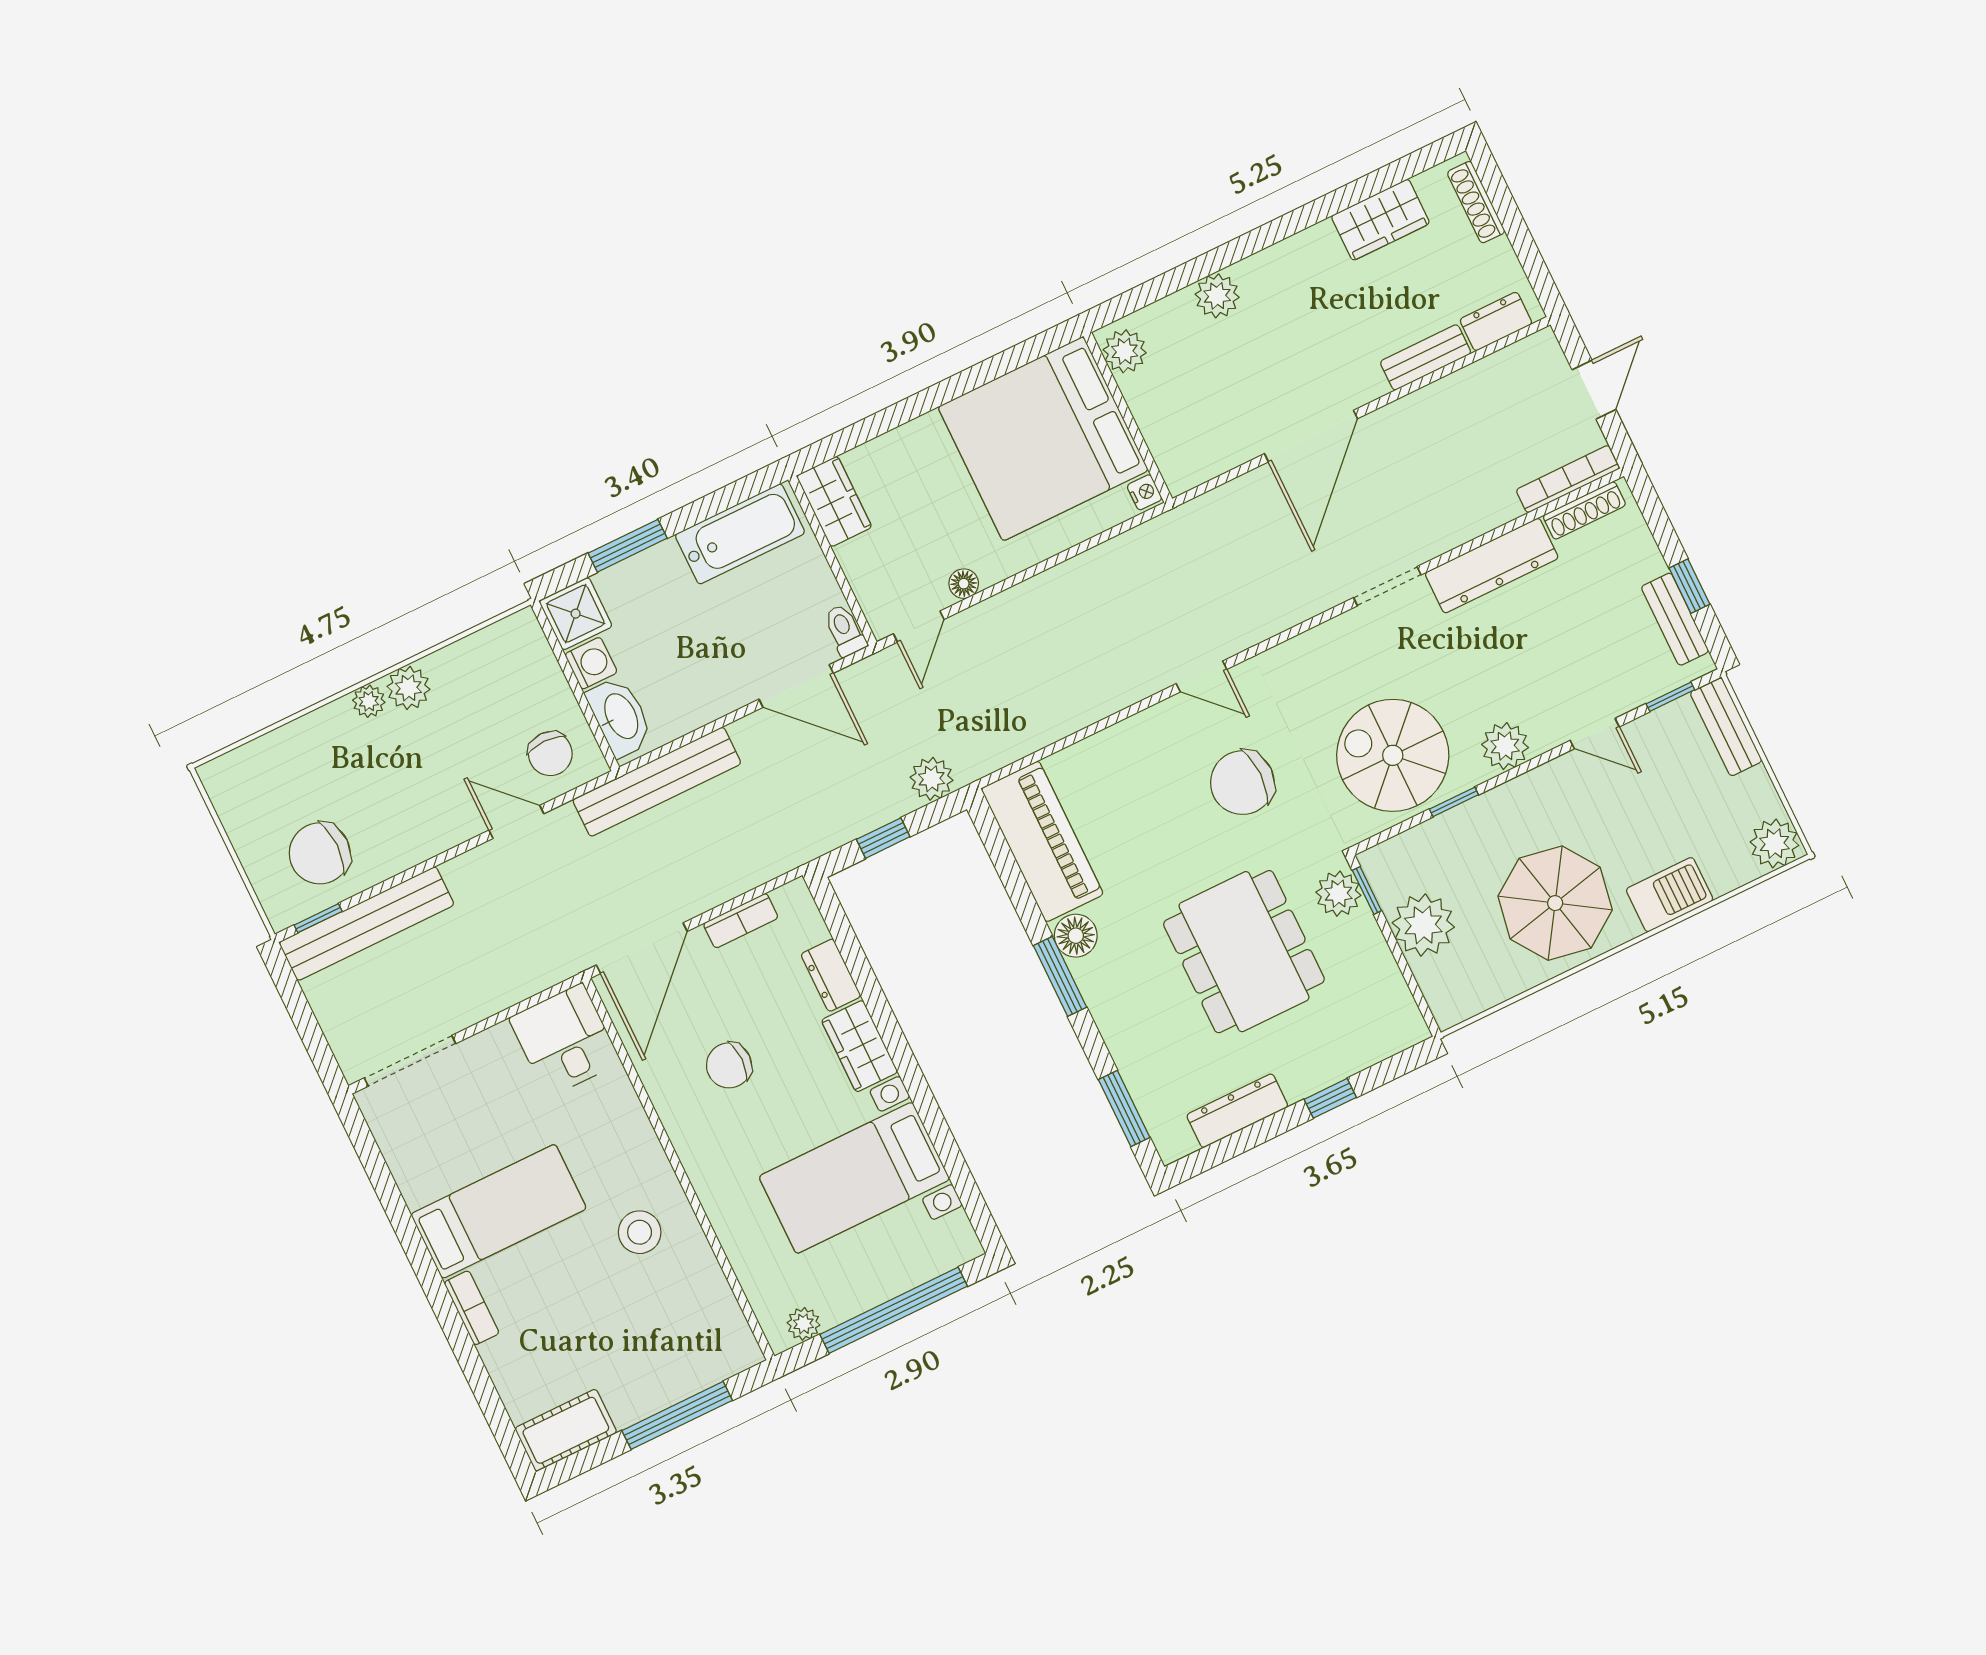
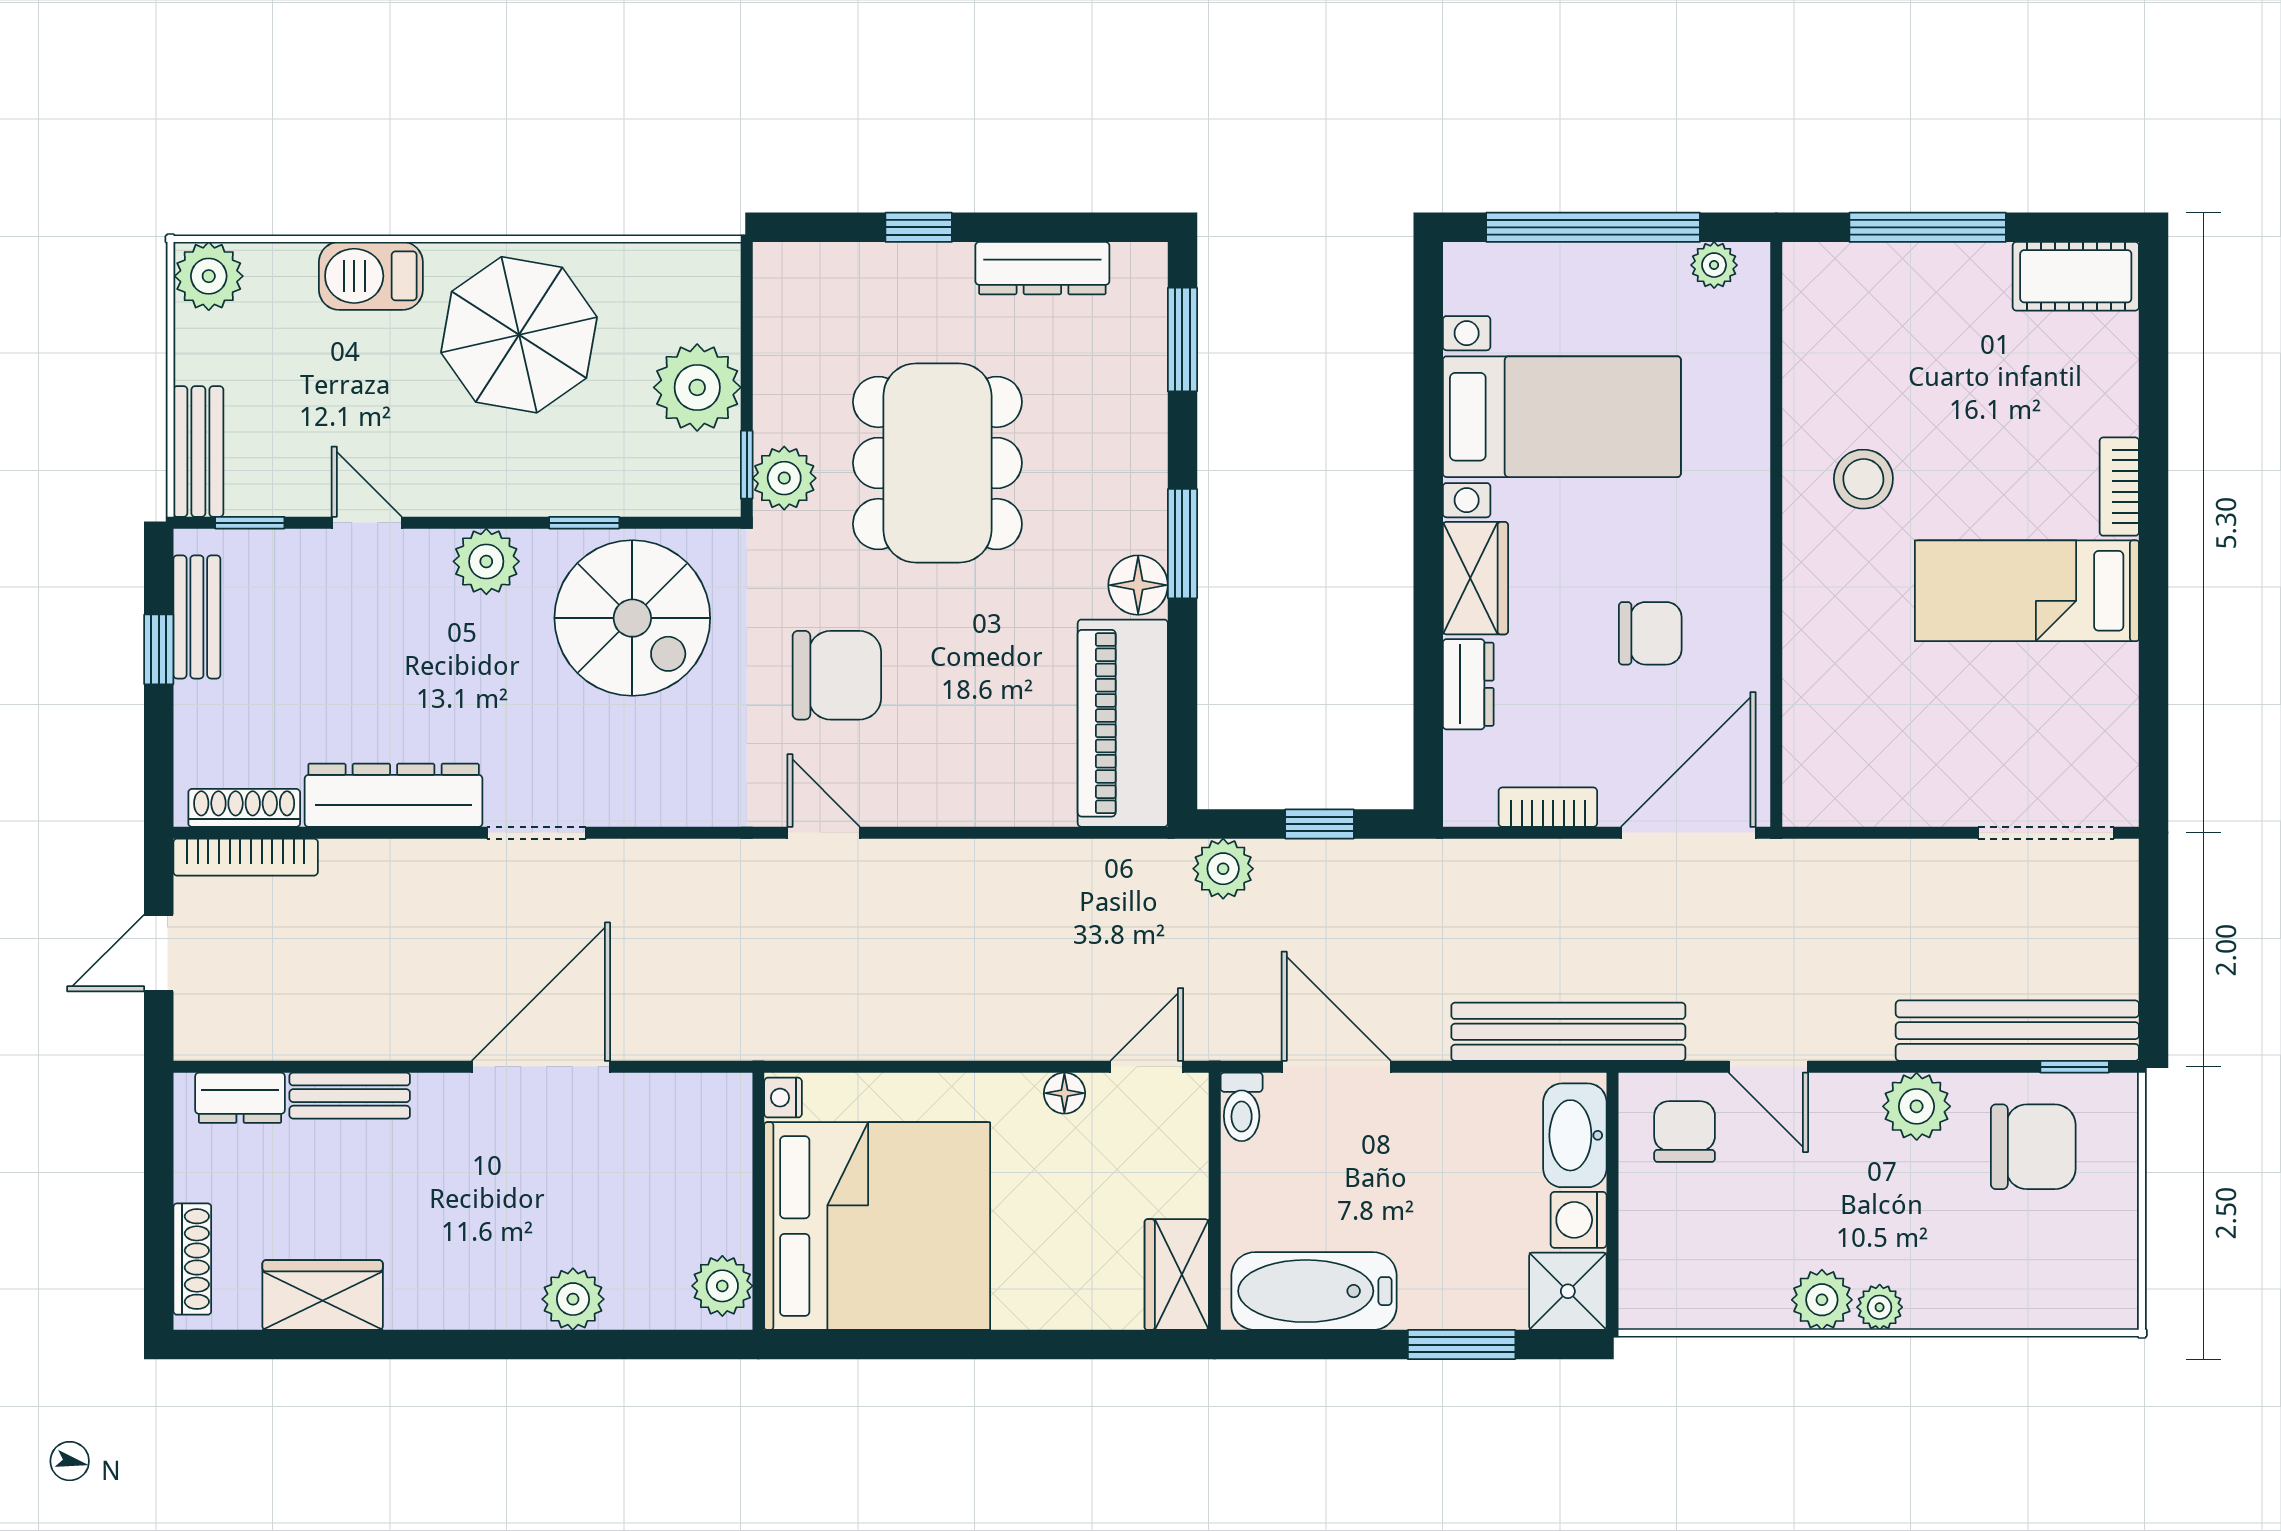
plant: (408, 843) -> (1917, 1106), added
desk: (565, 1040) -> (1840, 764), removed

